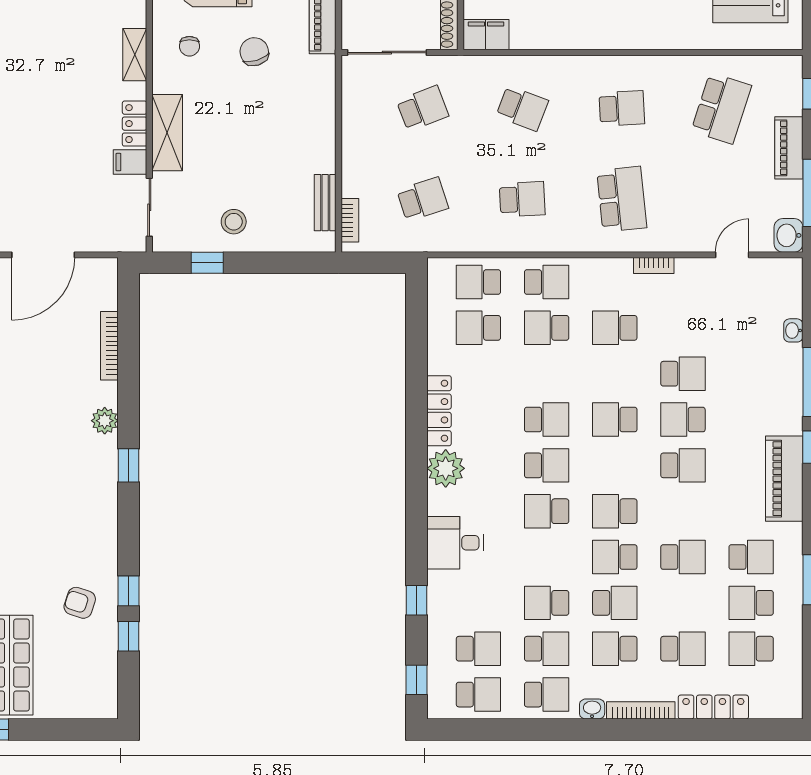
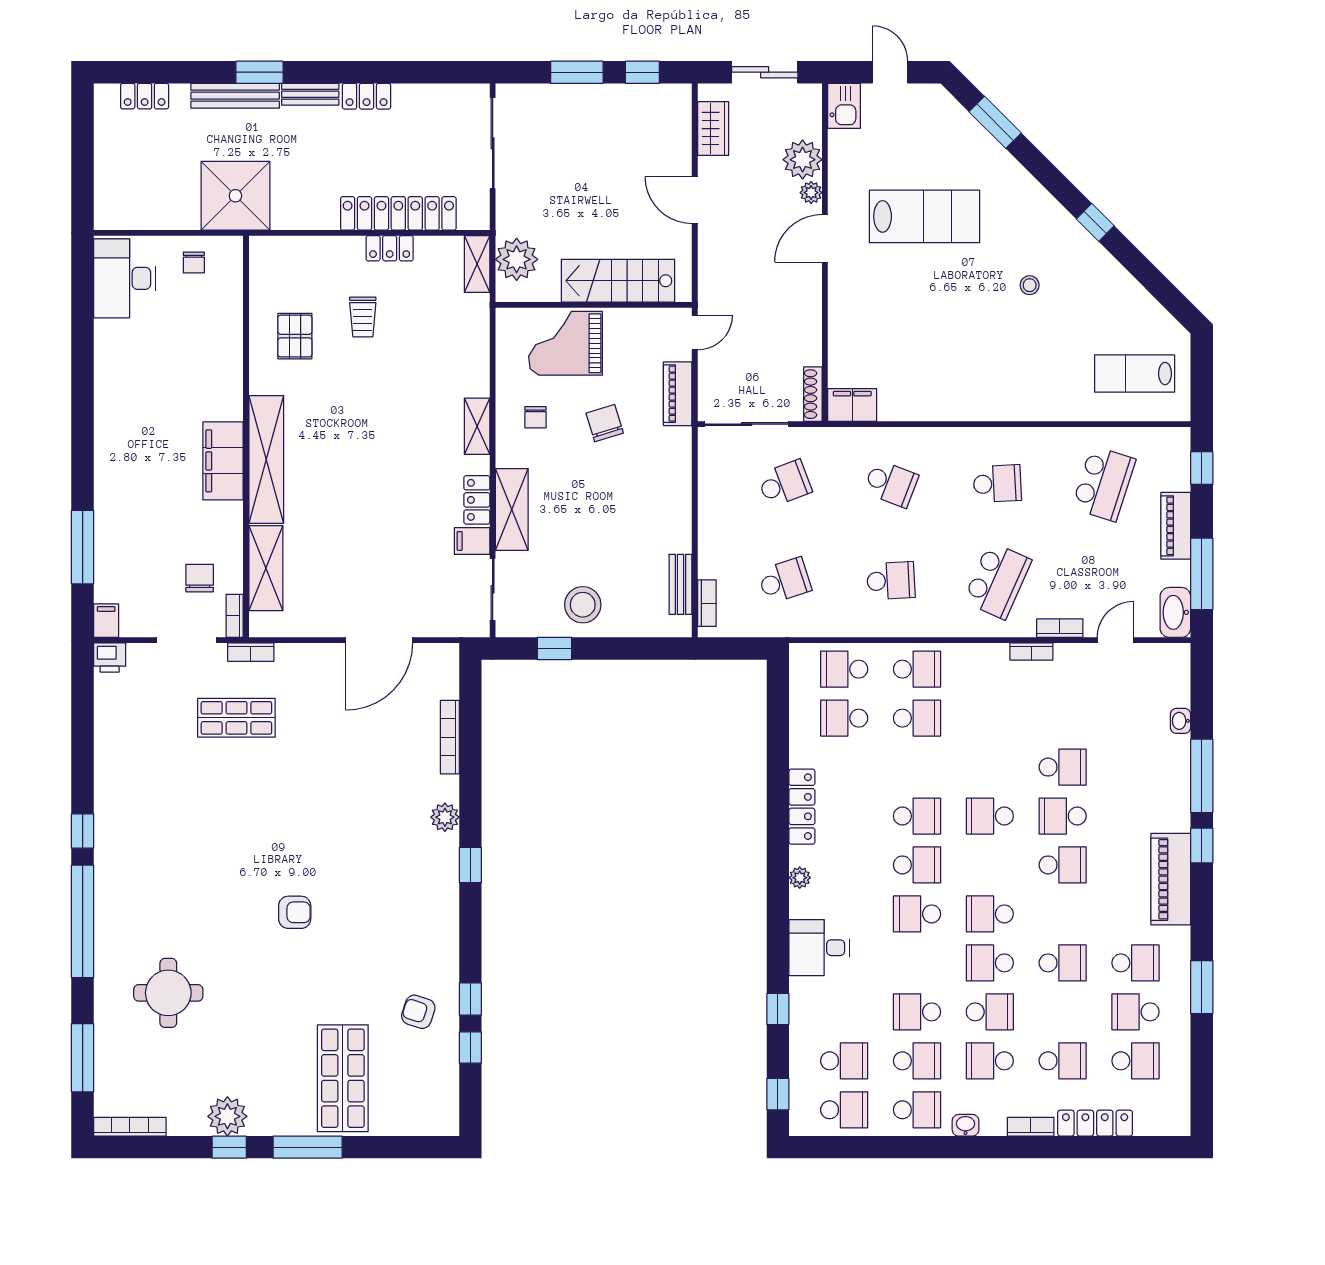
school desk: (622, 199) -> (997, 581), turned 30
stool: (234, 222) -> (583, 605), width x1.38, depth x1.38
washbasin: (789, 235) -> (1175, 612), width x1.38
bookcase: (680, 244) -> (1060, 628), added
school desk: (547, 328) -> (917, 718), turned 180
school desk: (615, 328) -> (990, 718), removed
plant: (446, 468) -> (800, 878), width x0.53, depth x0.53
school desk: (751, 649) -> (1135, 1061), turned 180
bookcase: (641, 710) -> (1031, 1127), width x0.64

